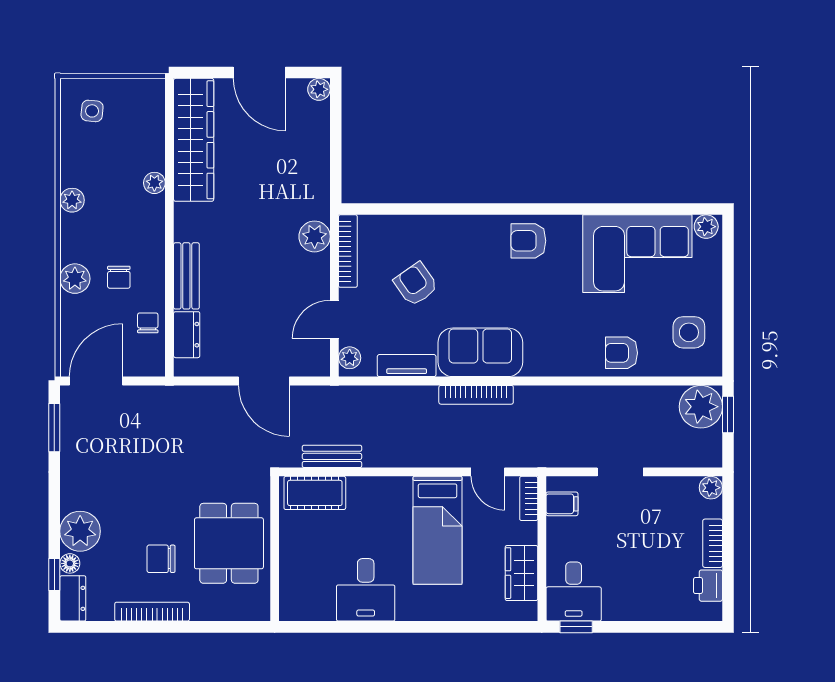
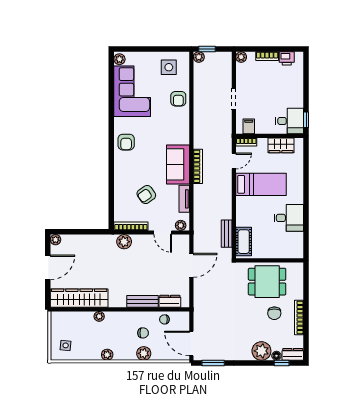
plant: (701, 407) -> (199, 57), width x0.53, depth x0.53

